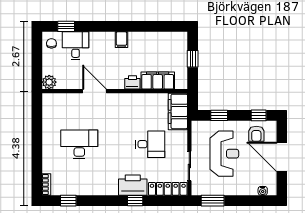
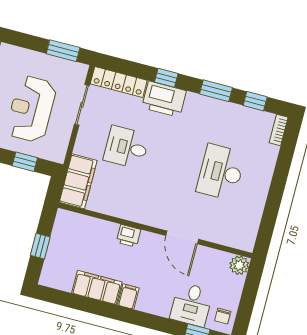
filing cabinet: (158, 81) -> (97, 288), moved, turned 180
desk: (79, 144) -> (221, 172), turned 90
window: (98, 201) -> (216, 91), added

